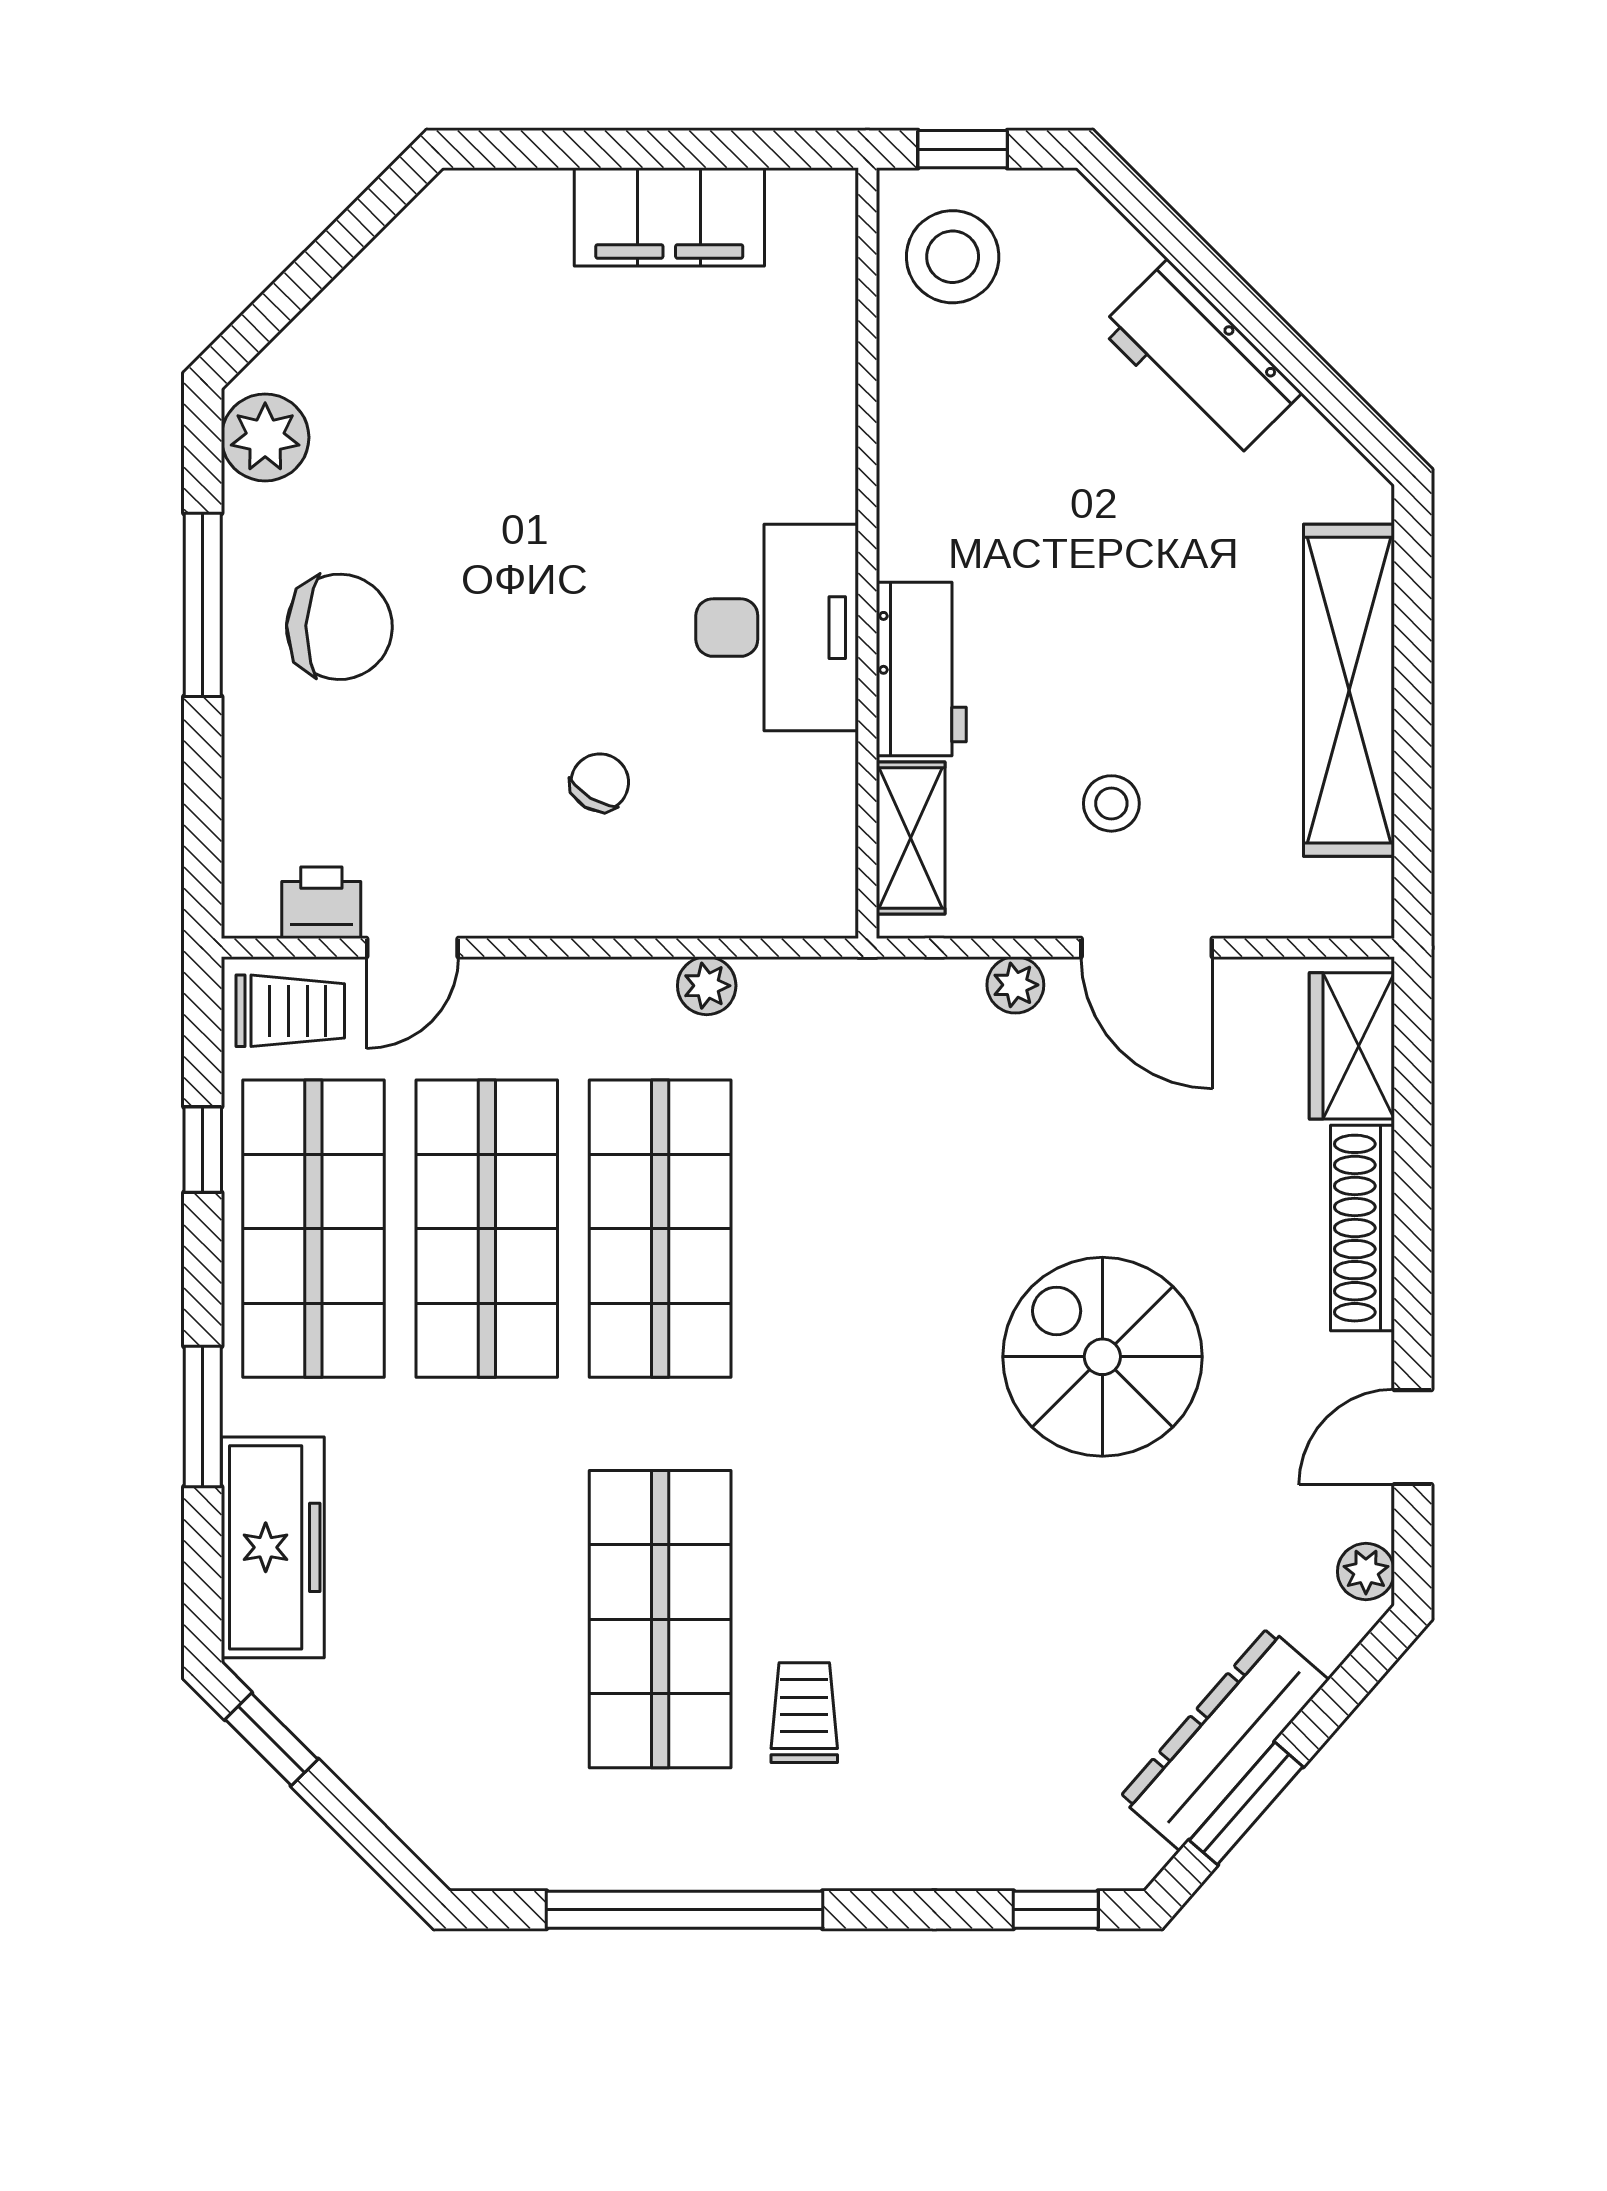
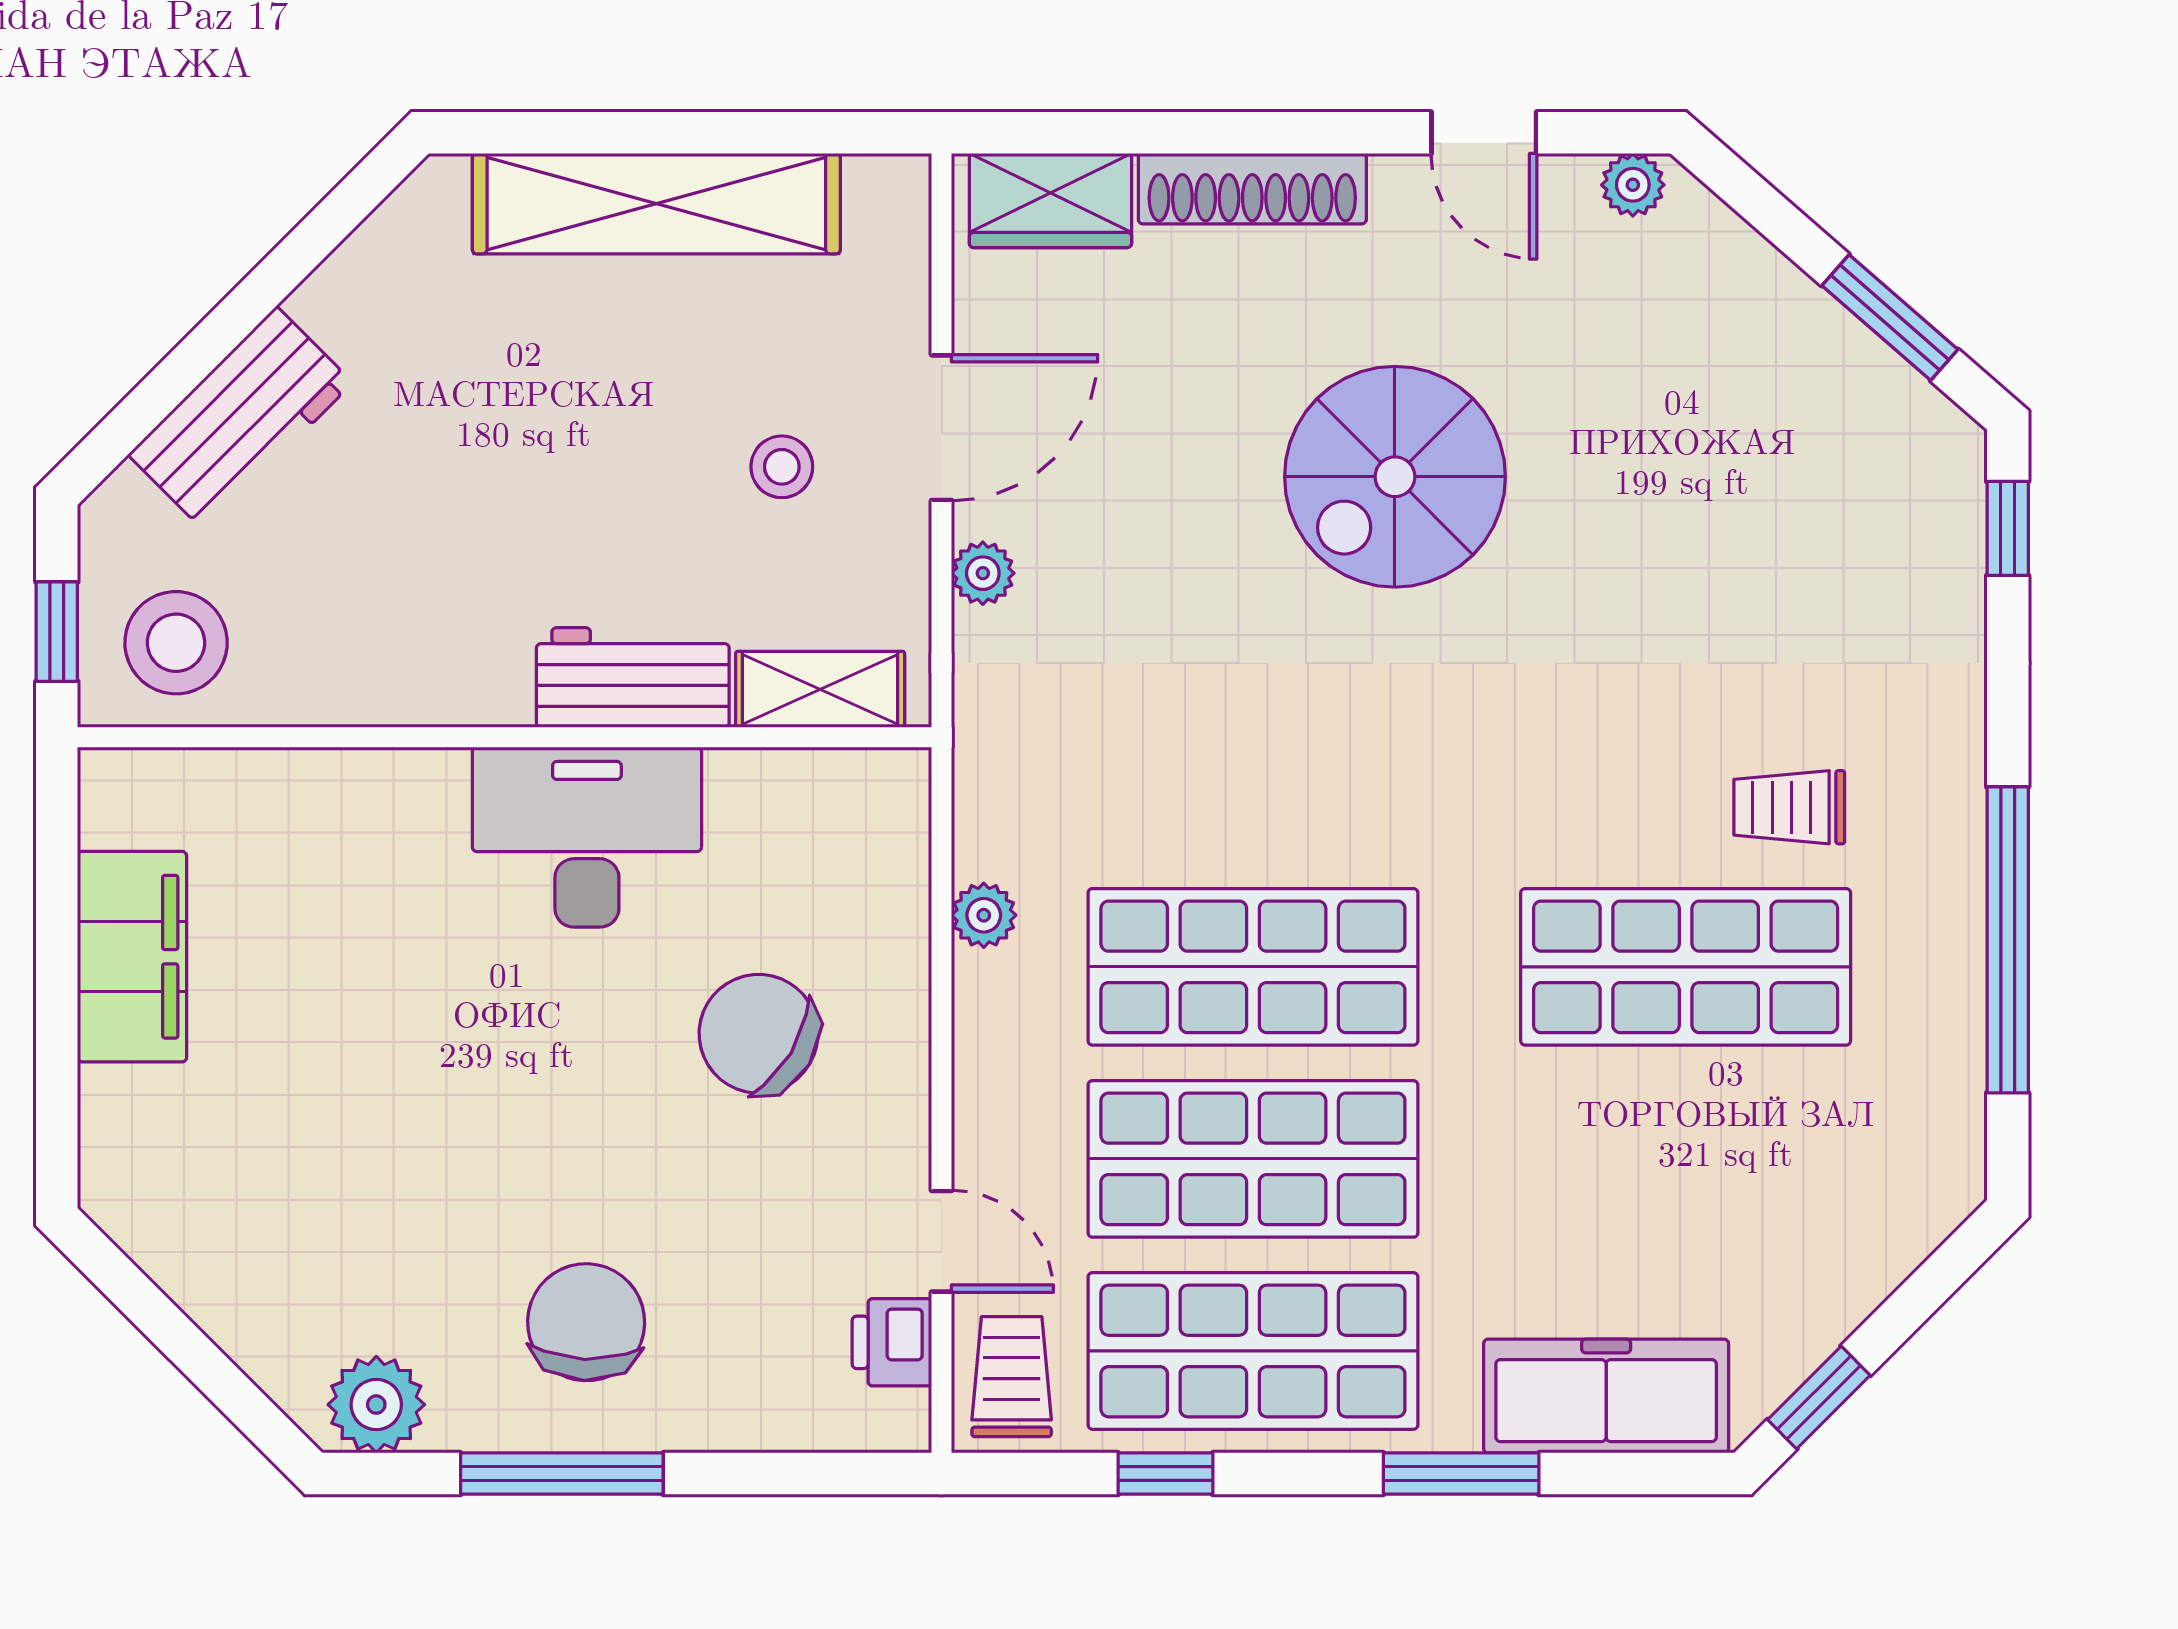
workbench: (1200, 360) -> (240, 419), moved
chair: (600, 782) -> (759, 1034), width x1.87, depth x1.87
dresser: (1224, 1739) -> (1818, 342), removed

